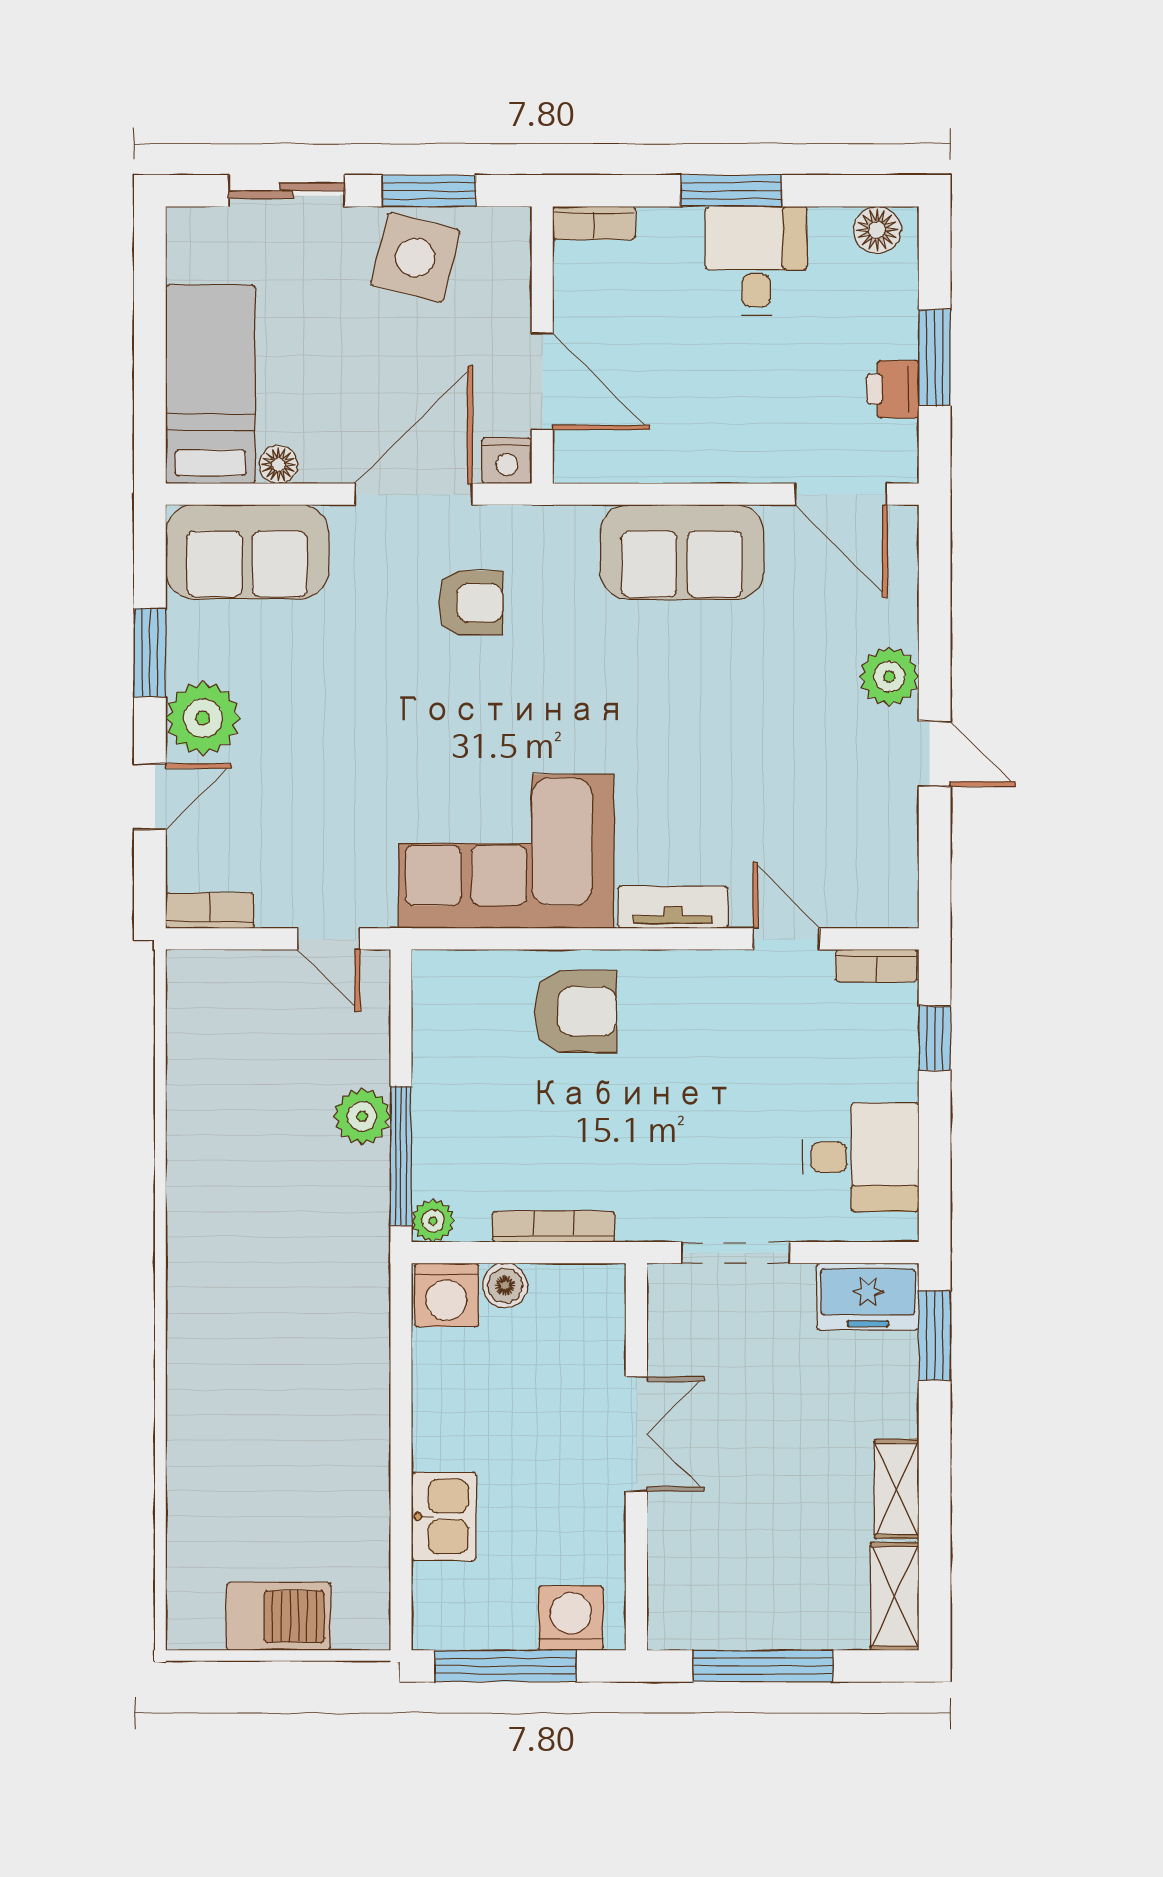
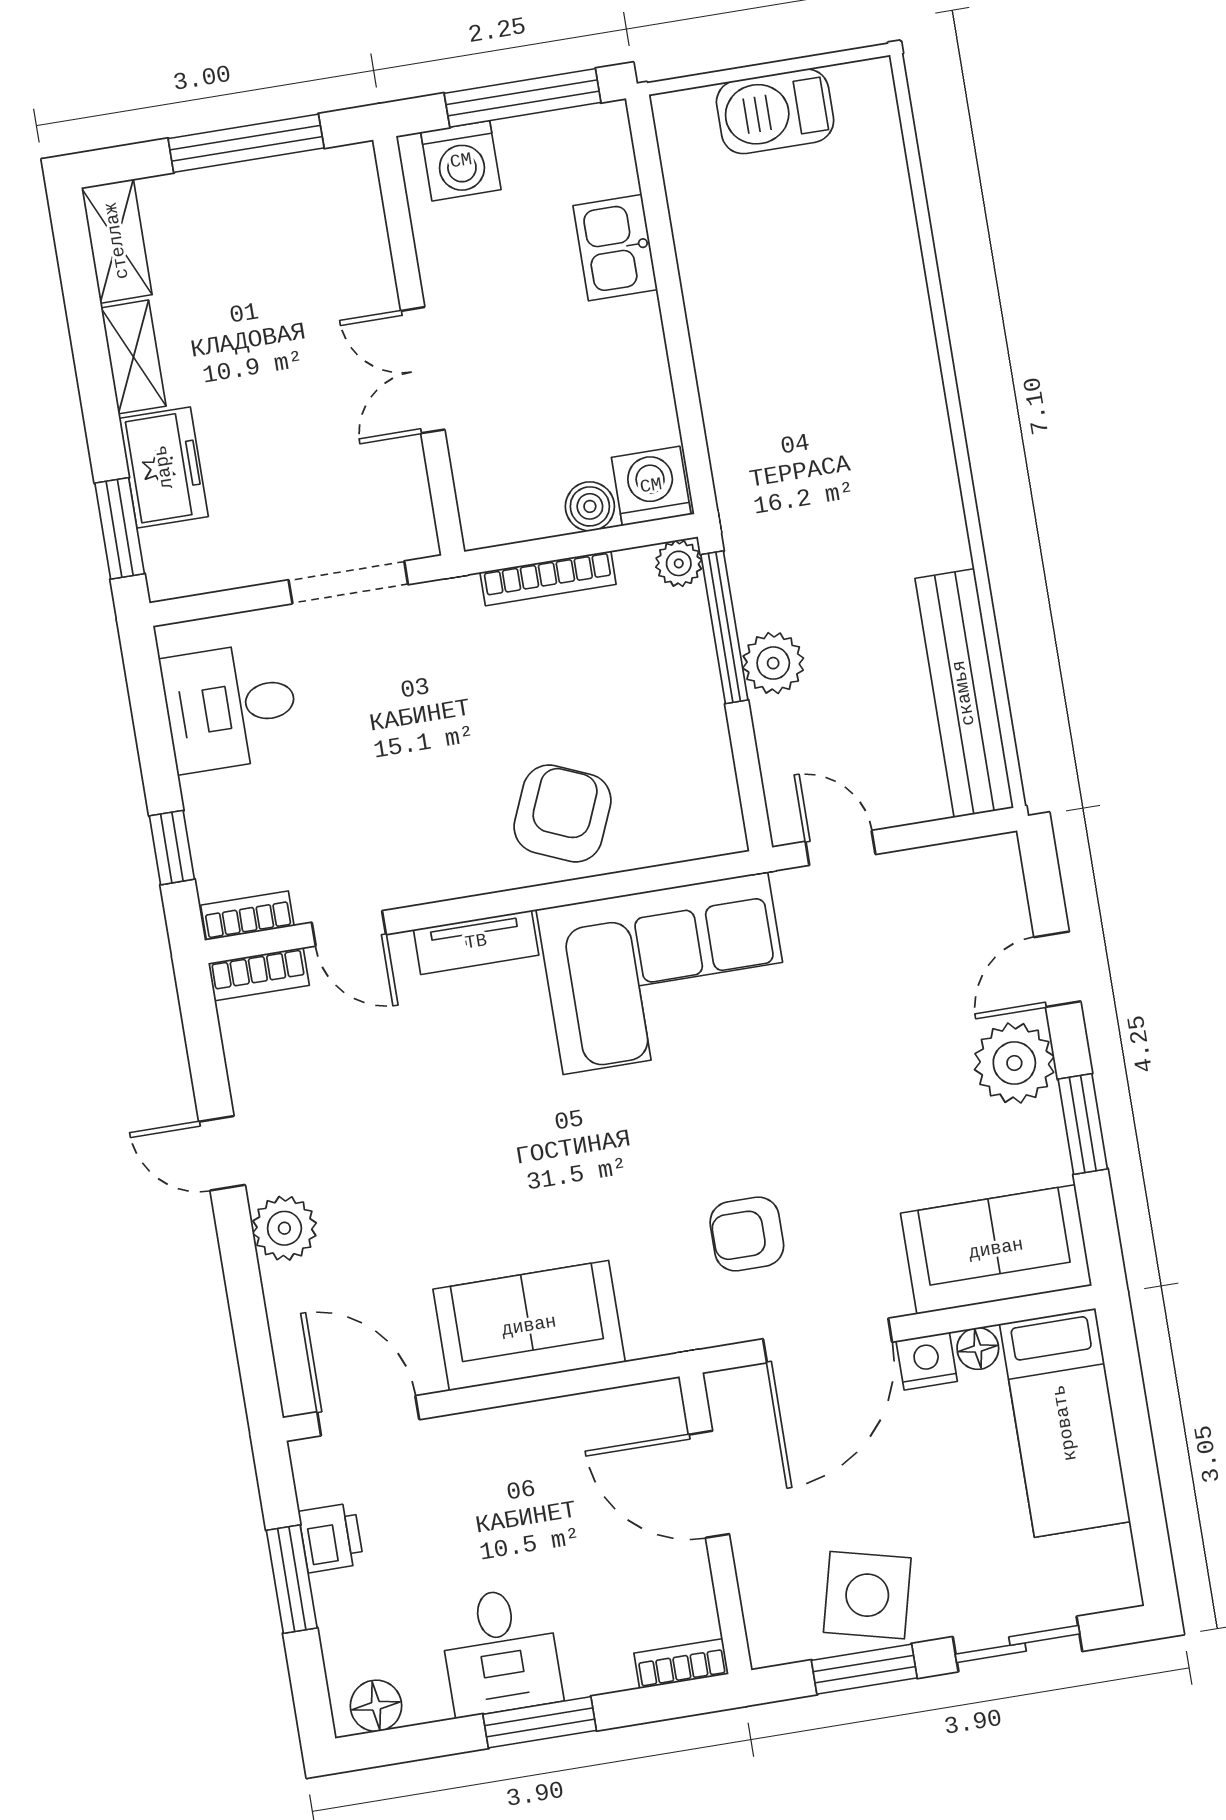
nightstand: (507, 461) -> (927, 1361), moved
bookcase: (210, 911) -> (259, 974), moved
armchair: (575, 1011) -> (563, 813), turned 113
bench: (193, 1061) -> (964, 693), added
freezer: (868, 1296) -> (164, 467), moved, turned 90

